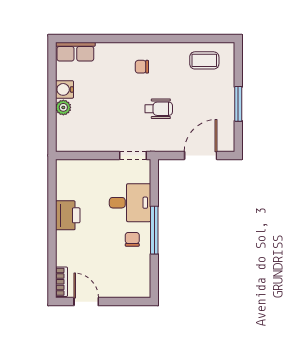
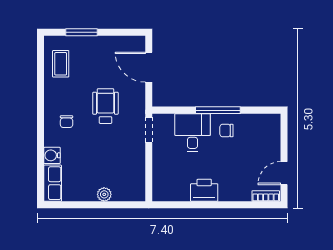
water cooler: (64, 89) -> (52, 155), moved, turned 90
window: (238, 104) -> (81, 32), moved
wheelchair: (159, 109) -> (105, 106), width x1.36, depth x1.37

